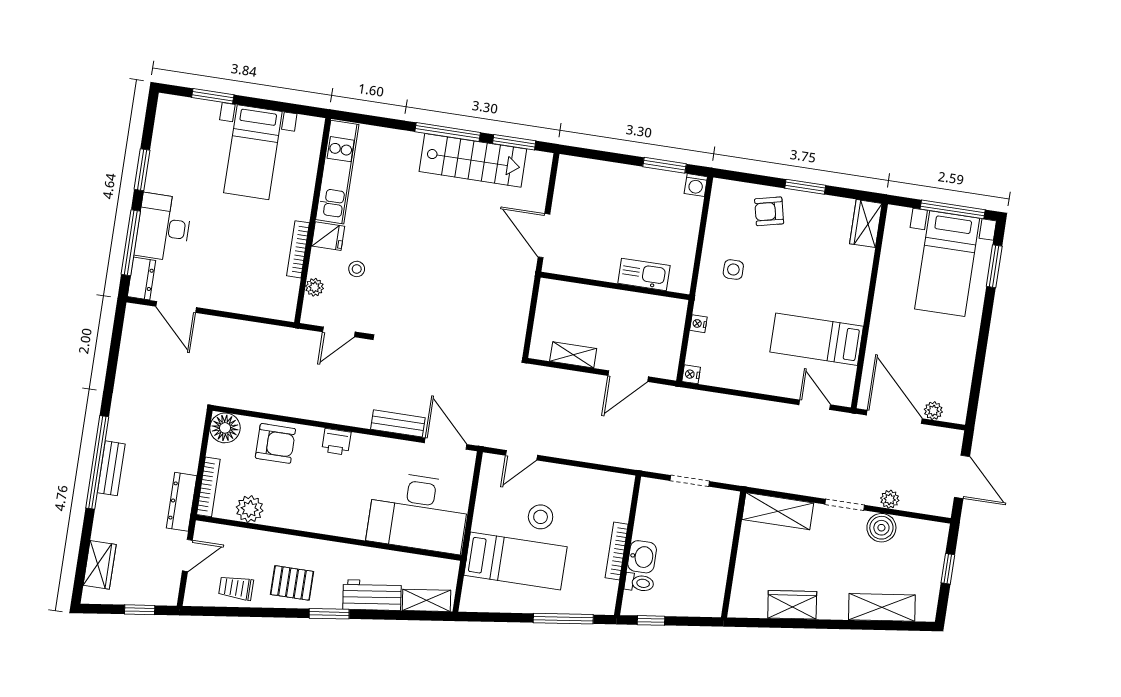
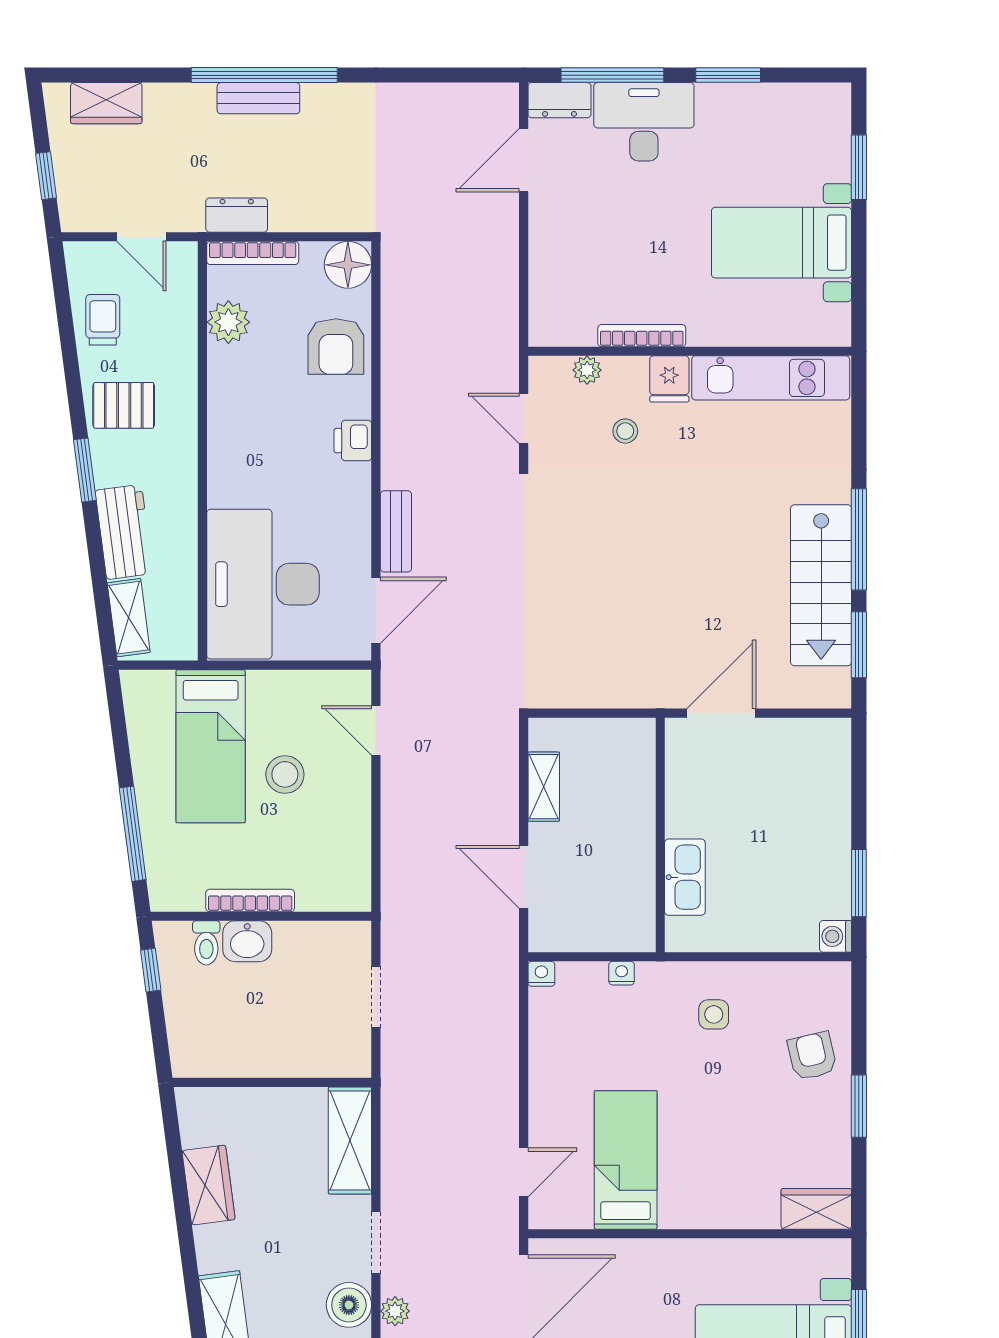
dresser: (182, 502) -> (237, 215), width x0.70
pallet: (292, 583) -> (124, 405), turned 90

